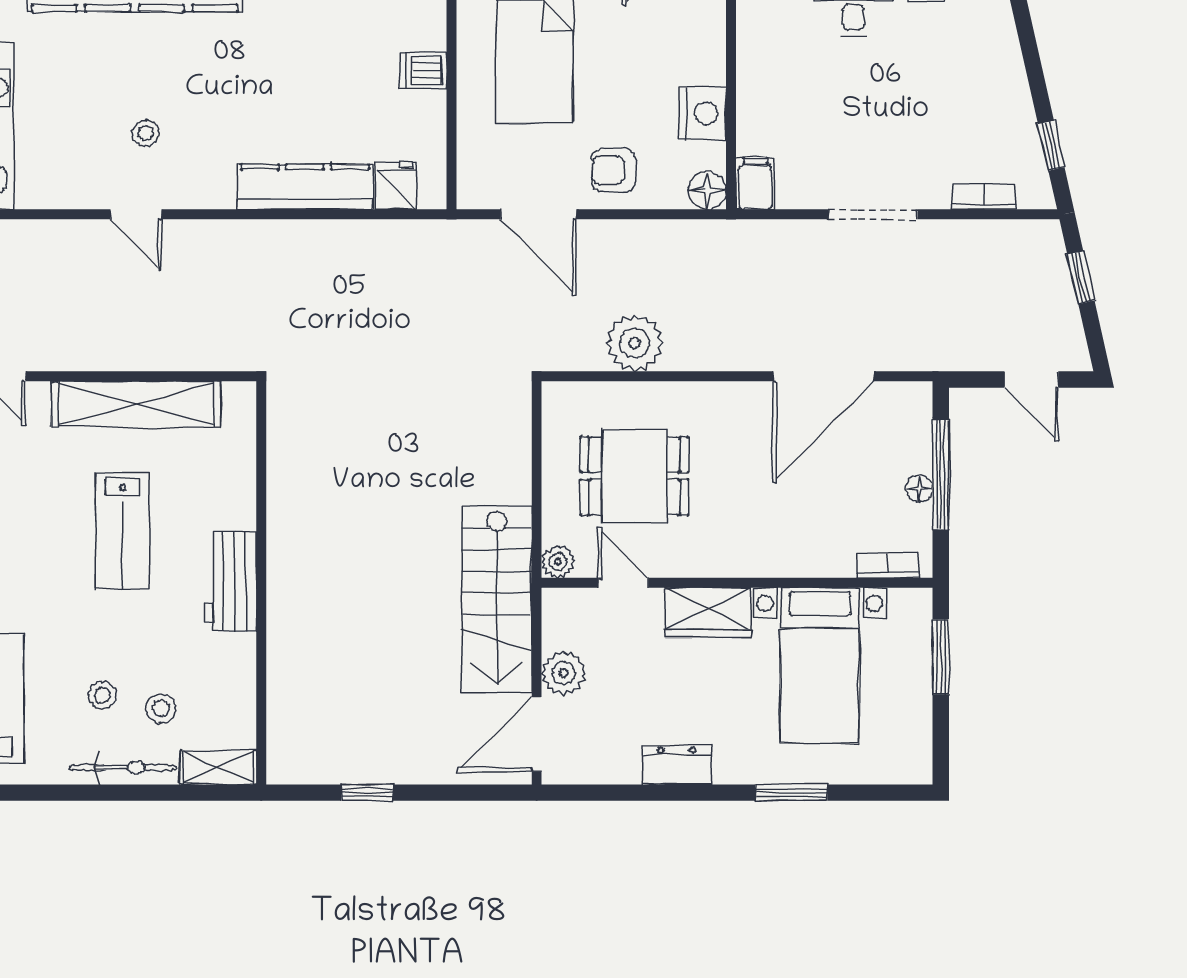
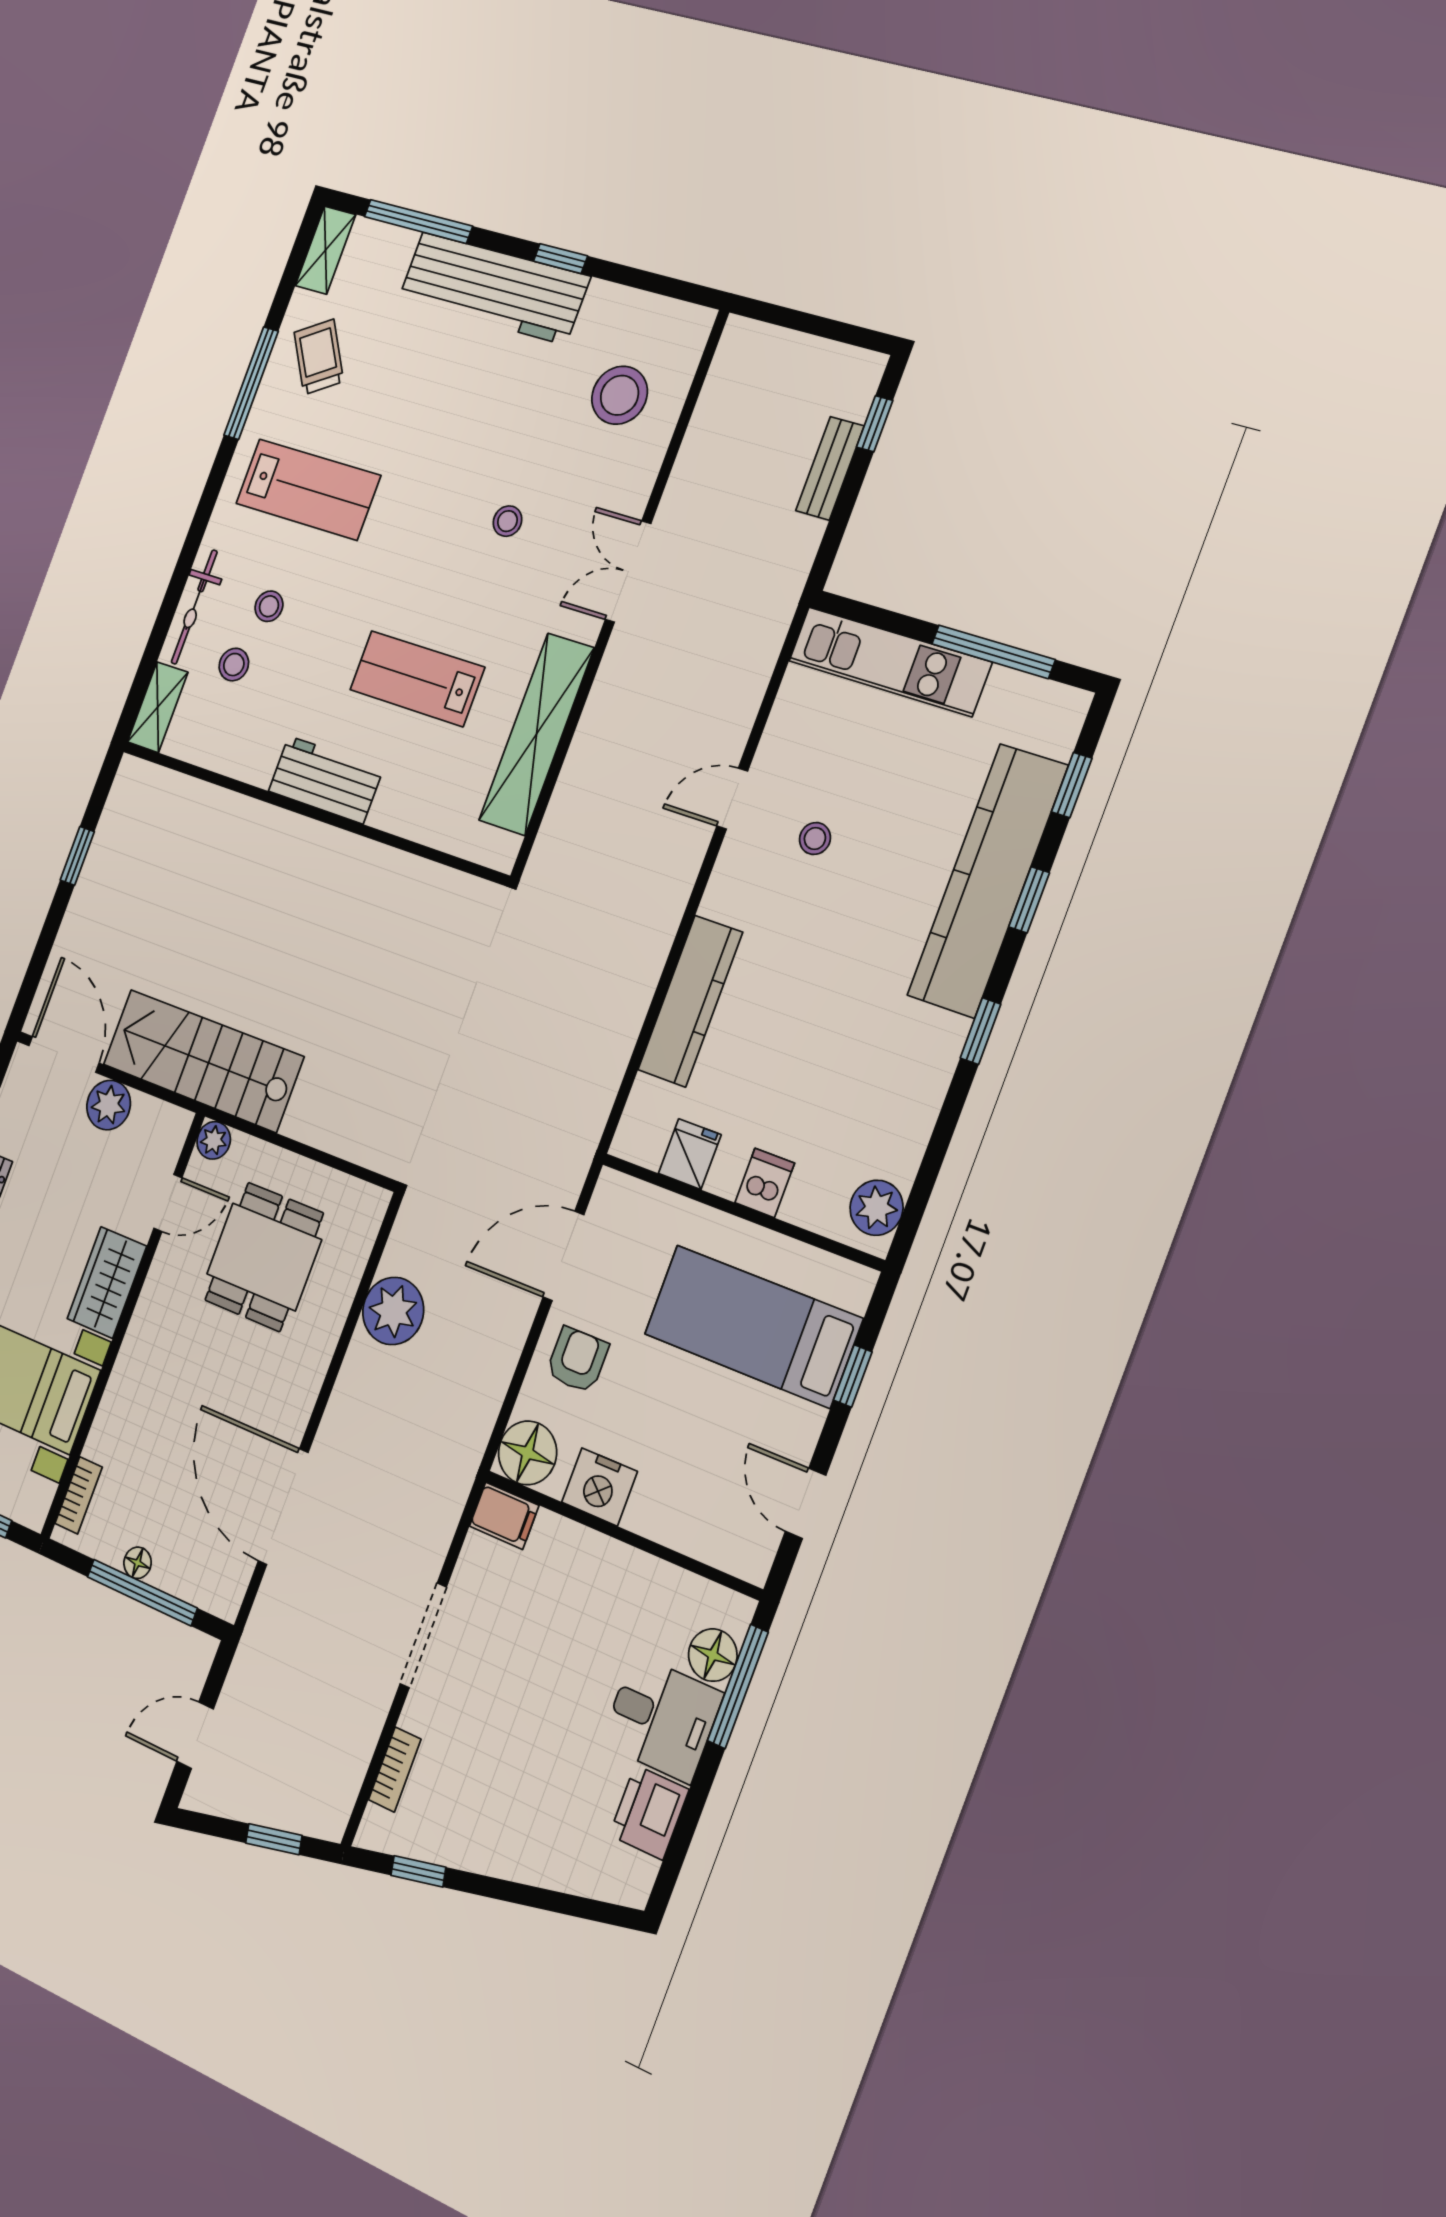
fridge: (396, 186) -> (690, 1154), moved, turned -90
floor lamp: (707, 191) -> (527, 1453), width x1.38, depth x1.38

